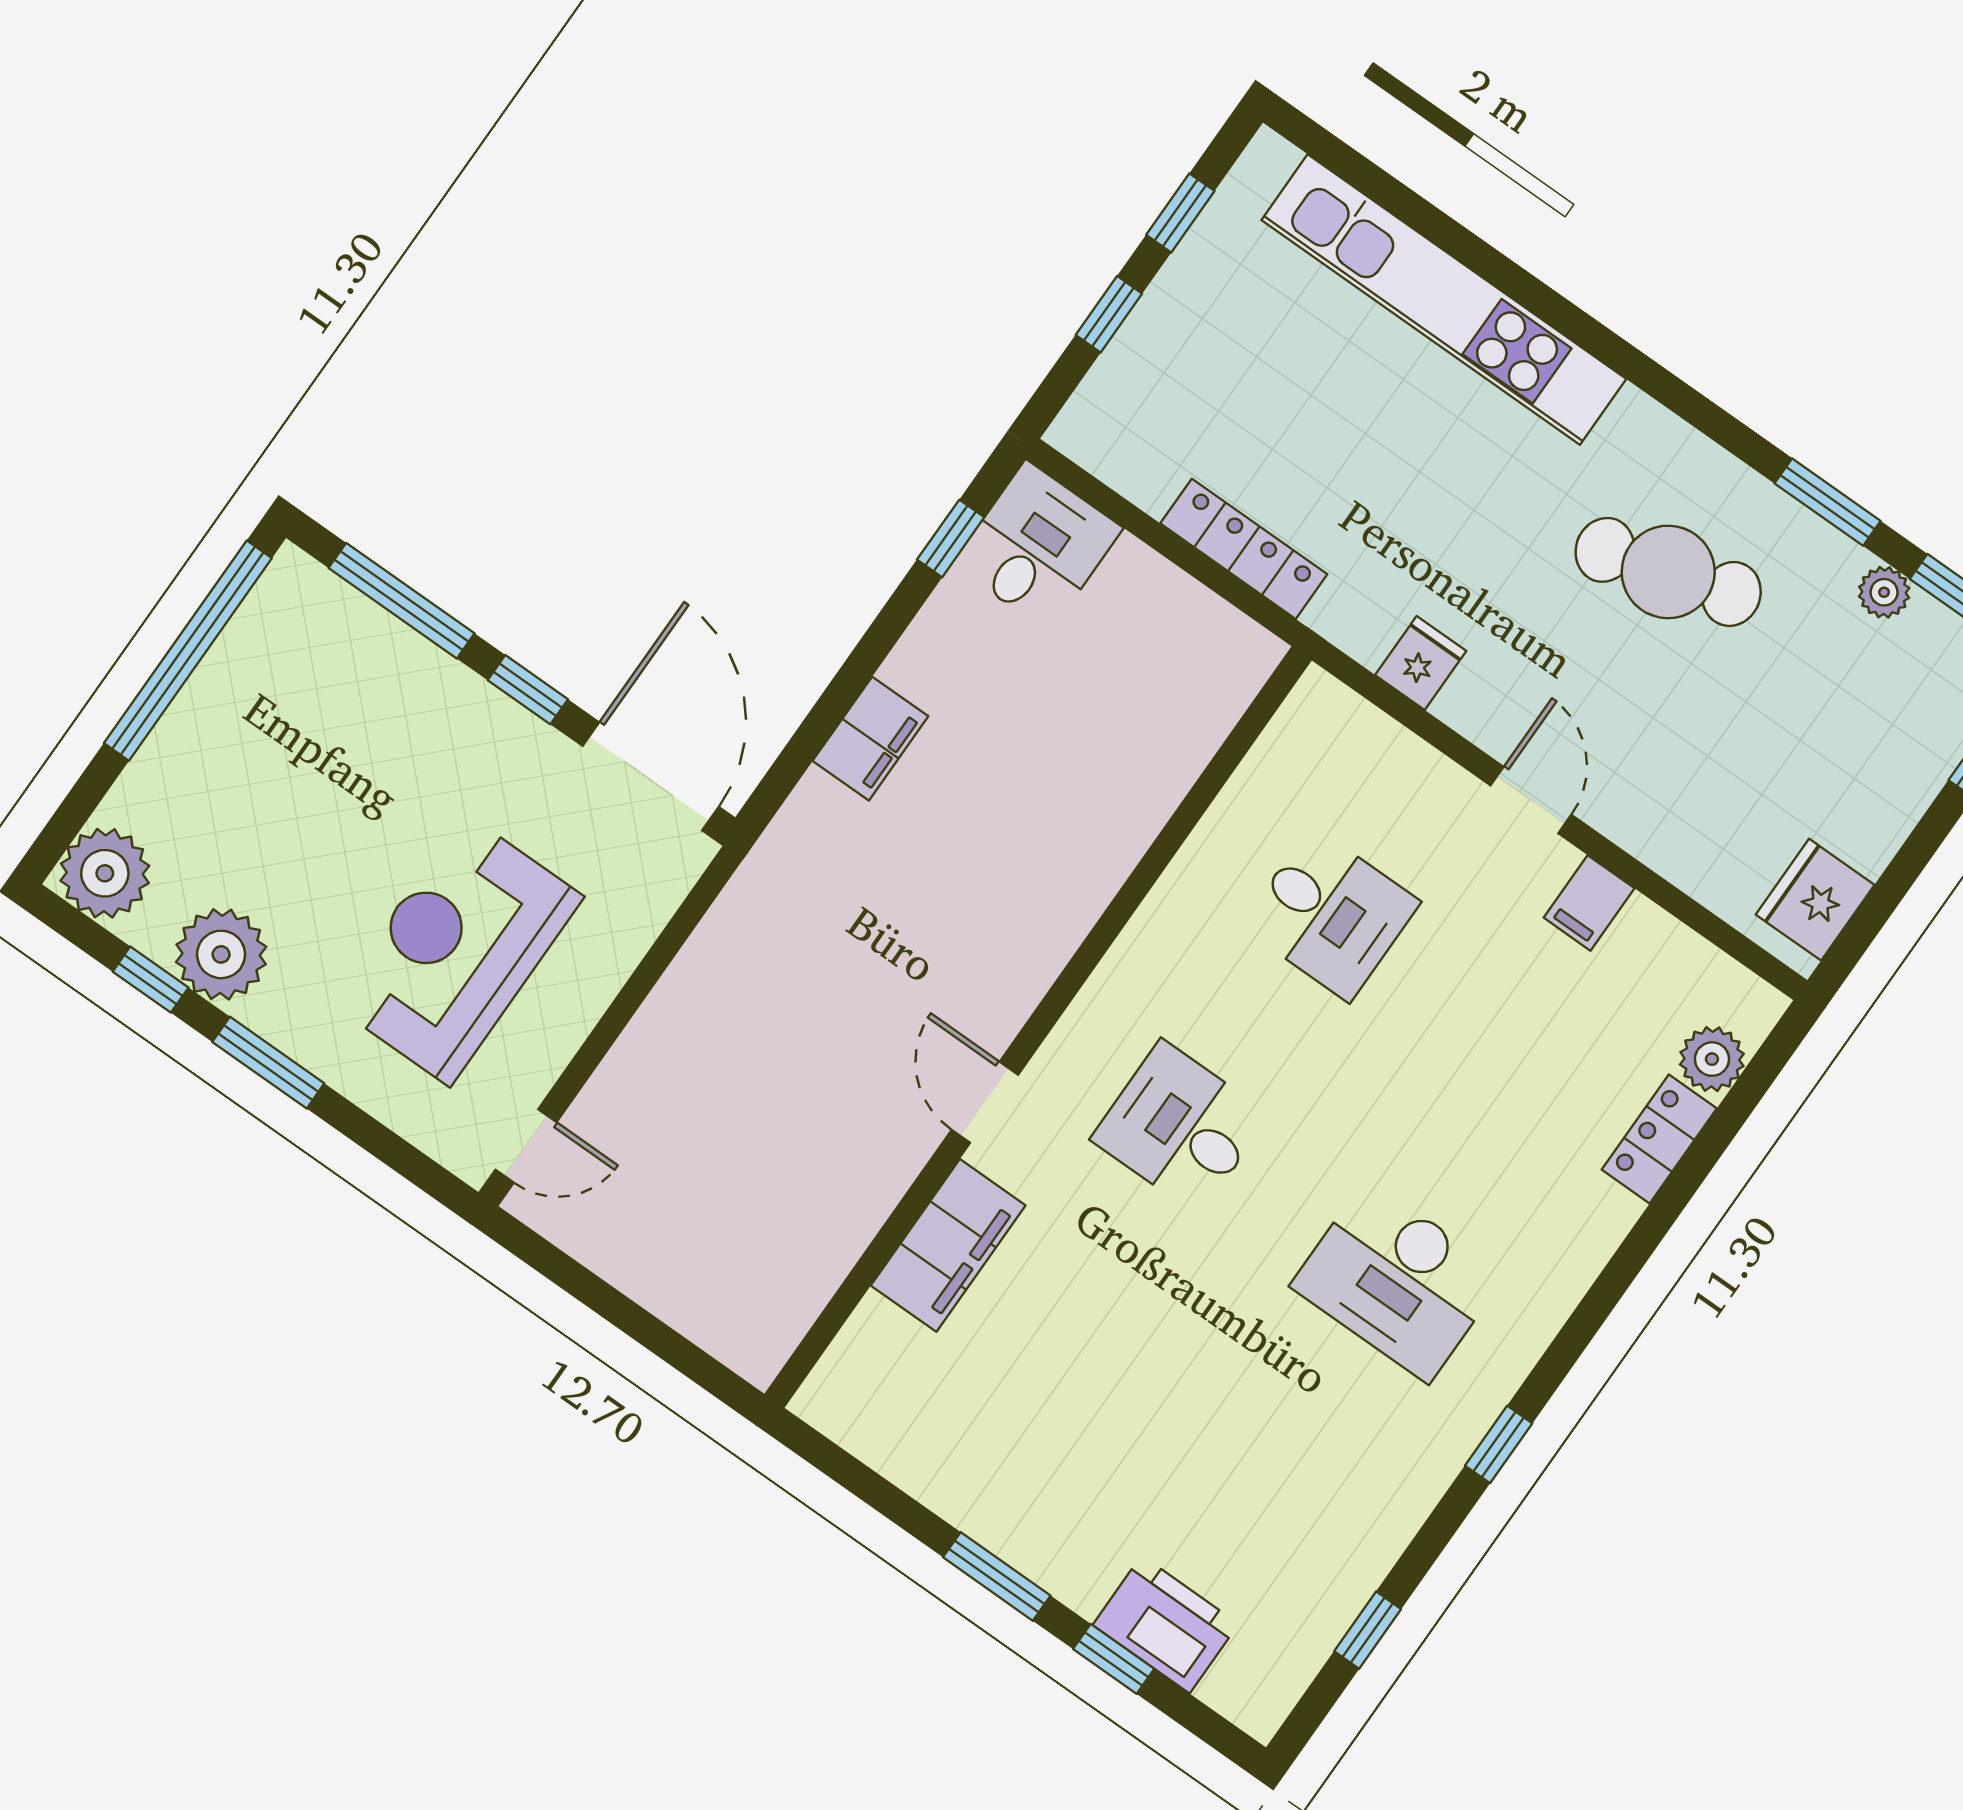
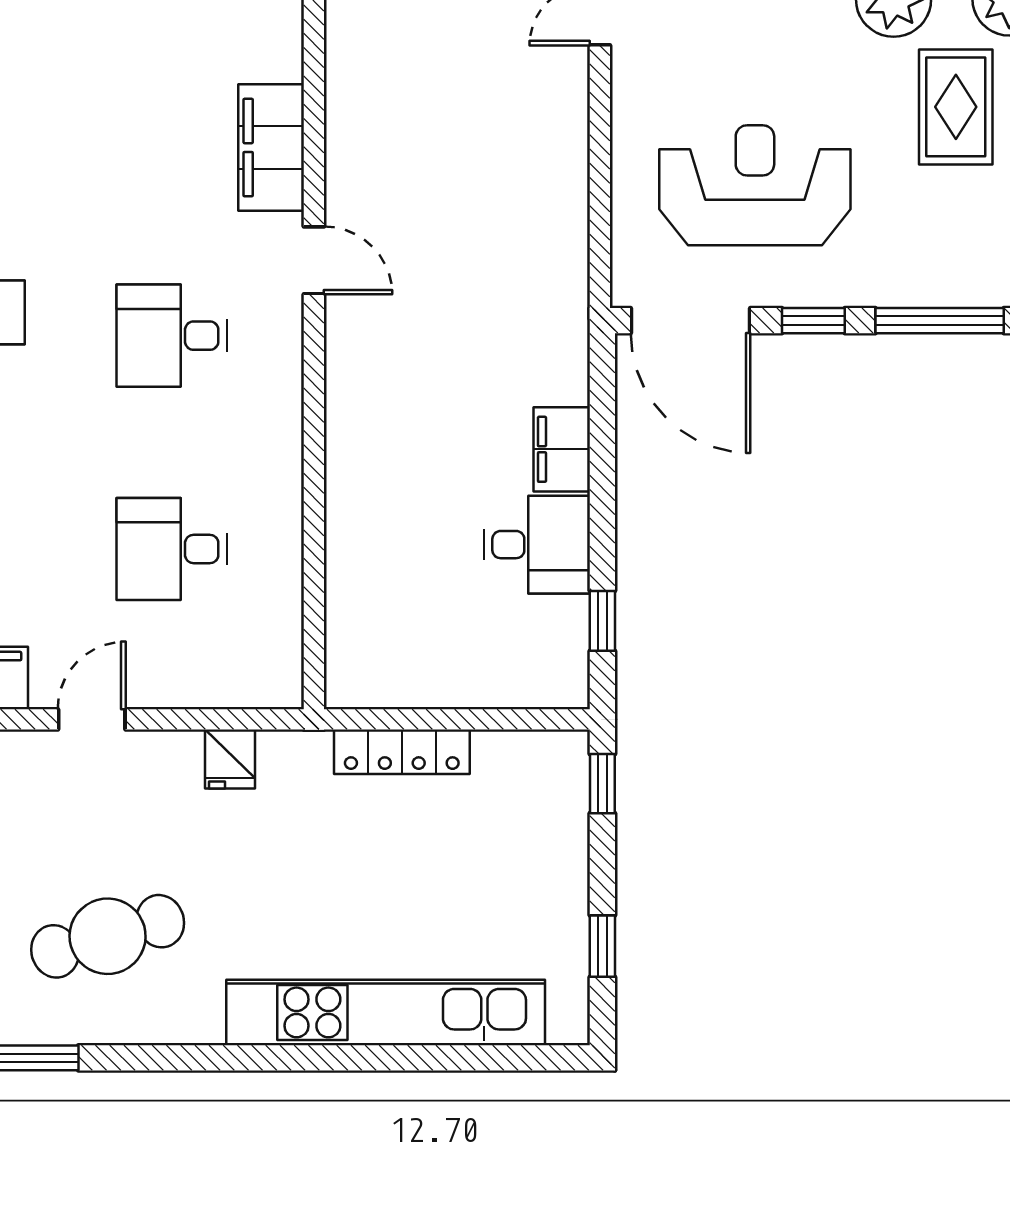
window: (1109, 314) -> (602, 784), moved
desk: (1037, 546) -> (537, 545), moved, turned -90
door: (1531, 800) -> (92, 719), swing flipped
rug: (235, 803) -> (956, 107), added
reception desk: (457, 950) -> (755, 185), moved, turned -90
desk: (1180, 1127) -> (172, 336), turned 180

